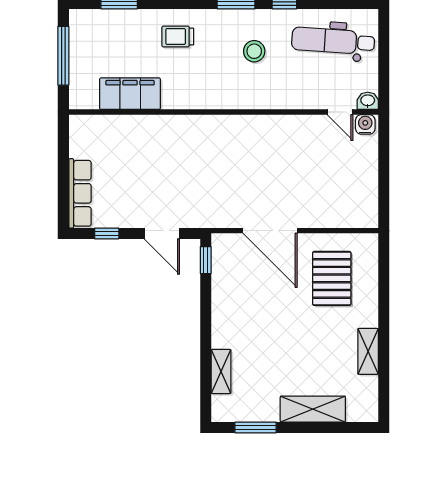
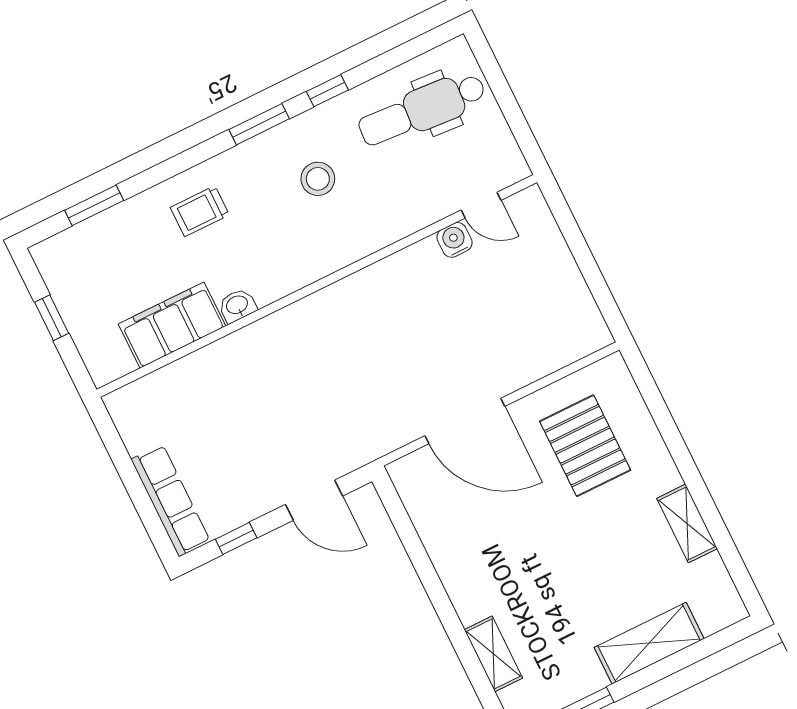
window: (63, 56) -> (52, 318), width x0.46
washbasin: (368, 101) -> (237, 305), moved
water cooler: (365, 124) -> (455, 240), moved
window: (206, 260) -> (394, 507), removed

